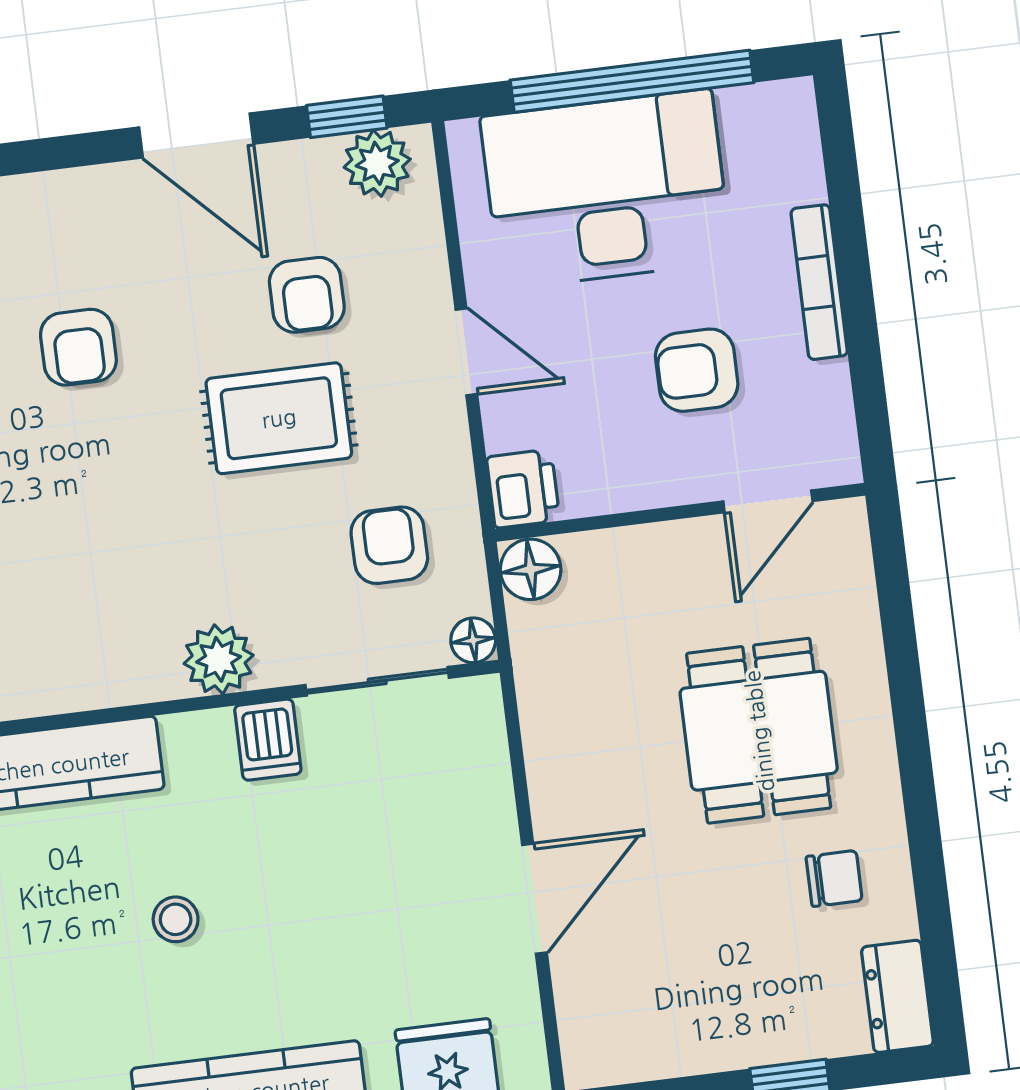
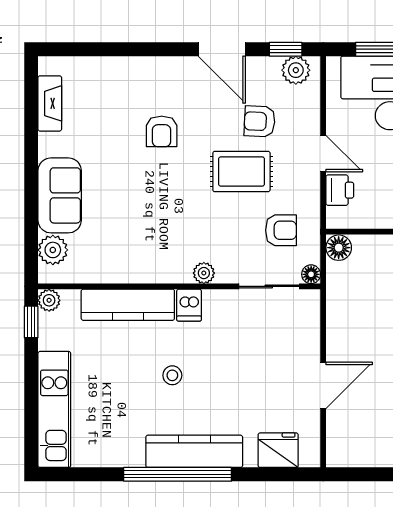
armchair: (307, 295) -> (260, 121), turned 93
printer: (523, 489) -> (340, 190), moved
armchair: (389, 545) -> (281, 230), turned 90
plant: (219, 659) -> (204, 273), width x0.73, depth x0.73
dishwasher: (268, 740) -> (189, 305), moved

